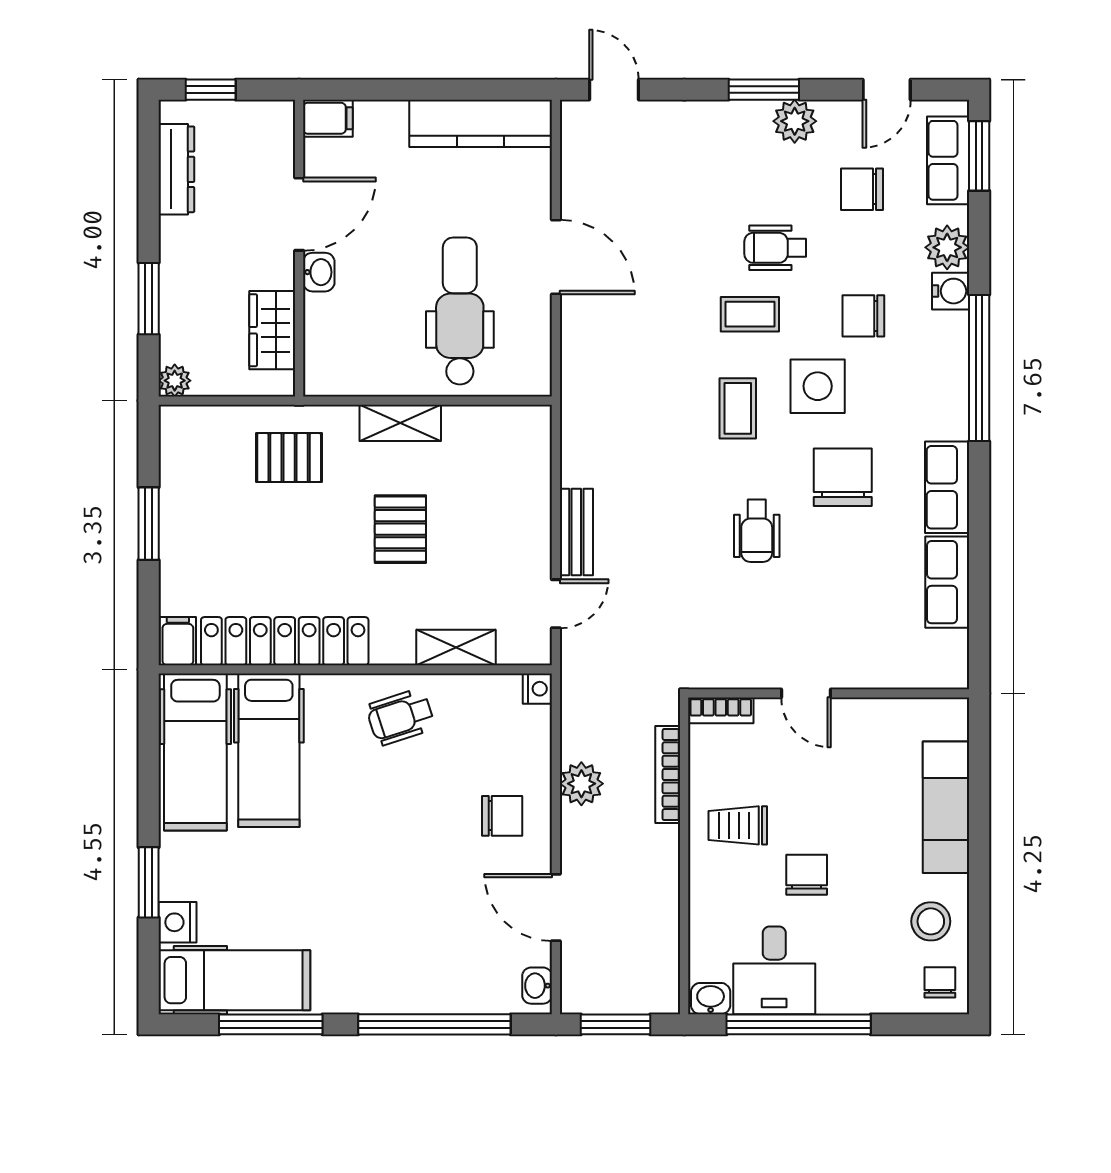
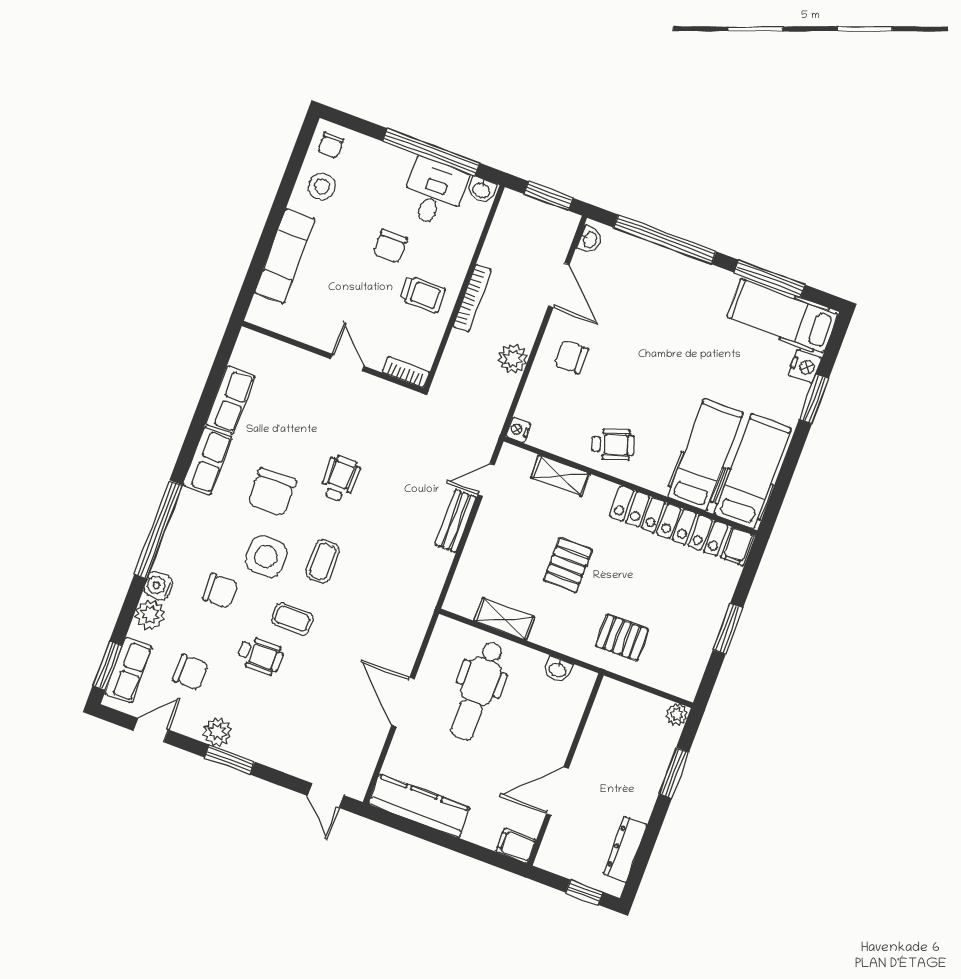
washbasin: (319, 272) -> (558, 670), moved, turned -90
wardrobe: (272, 330) -> (602, 723), removed
shelving: (400, 423) -> (504, 619), moved
bookcase: (668, 775) -> (472, 298), moved

